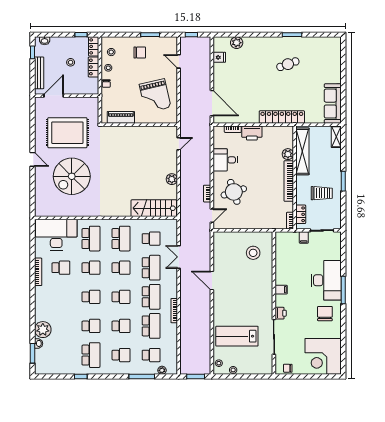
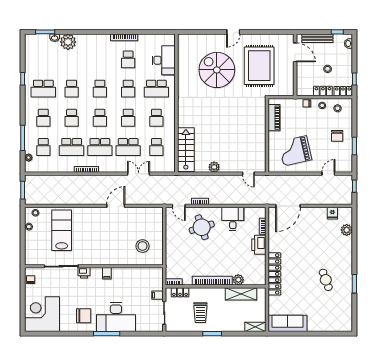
shelving: (302, 151) -> (241, 294), width x0.68
desk: (56, 235) -> (164, 60), width x0.73, depth x0.77
school desk: (121, 239) -> (156, 118), width x0.54

